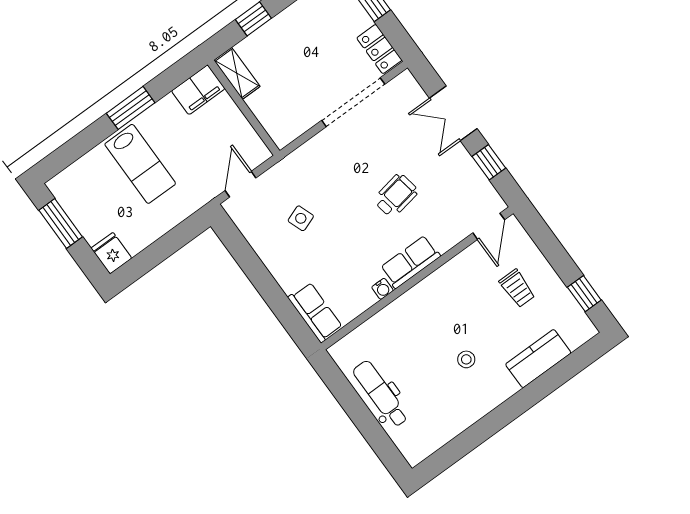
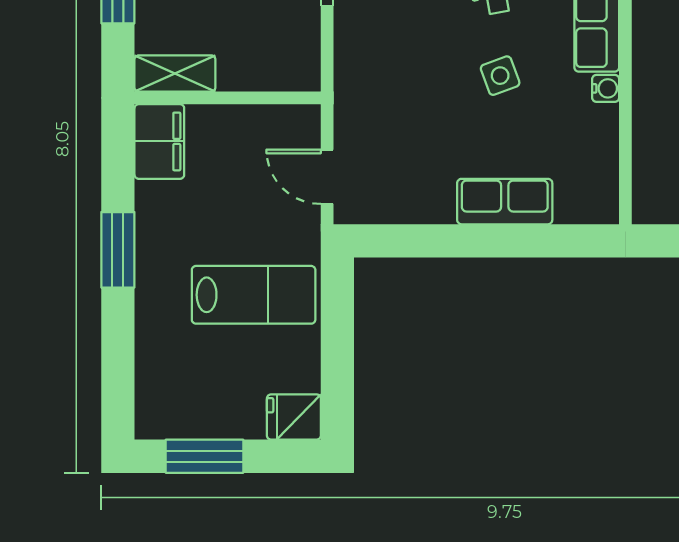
lab bench: (140, 164) -> (254, 295), moved
side table: (301, 218) -> (500, 76), moved
row of seats: (315, 312) -> (505, 202), moved

